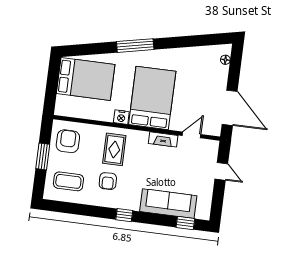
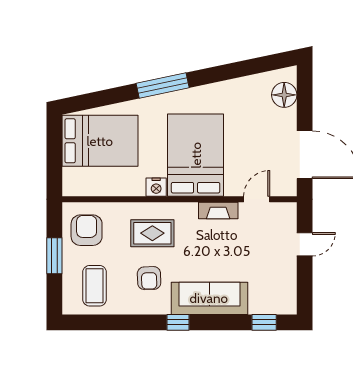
floor lamp: (225, 60) -> (284, 95), width x1.89, depth x1.89
rug: (114, 149) -> (152, 233), turned 90
door: (221, 171) -> (305, 244), hinge flipped
coffee table: (68, 181) -> (95, 286), turned 90
sofa: (168, 204) -> (209, 298), moved

